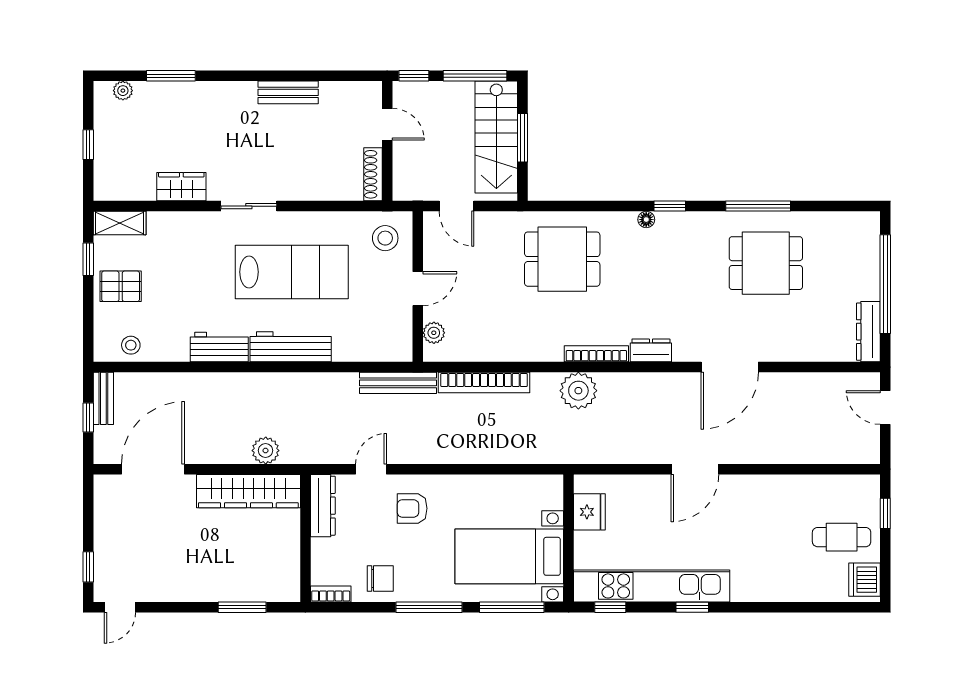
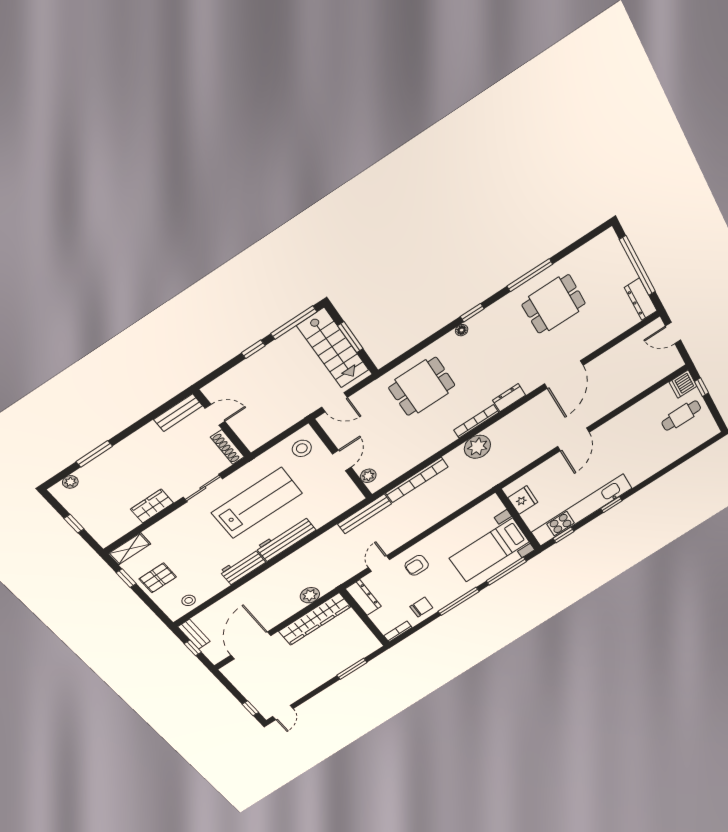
door: (387, 124) -> (215, 415), moved
wall: (387, 141) -> (222, 424), moved
shoe rack: (373, 174) -> (227, 447), moved
dishwasher: (865, 580) -> (683, 384), moved

